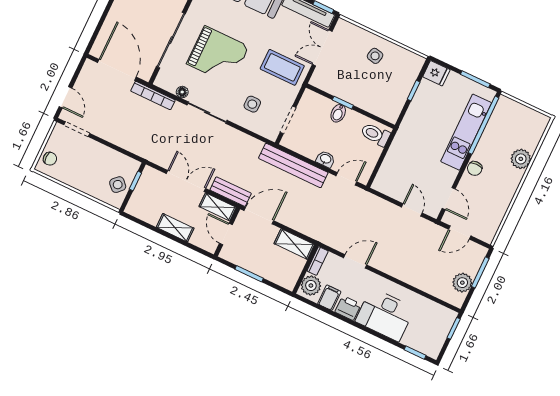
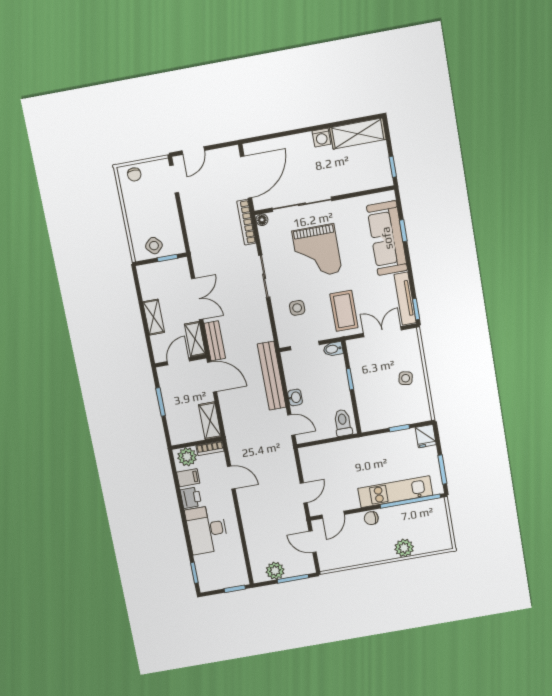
floor lamp: (182, 92) -> (262, 220), moved
bidet: (338, 113) -> (333, 349), moved

